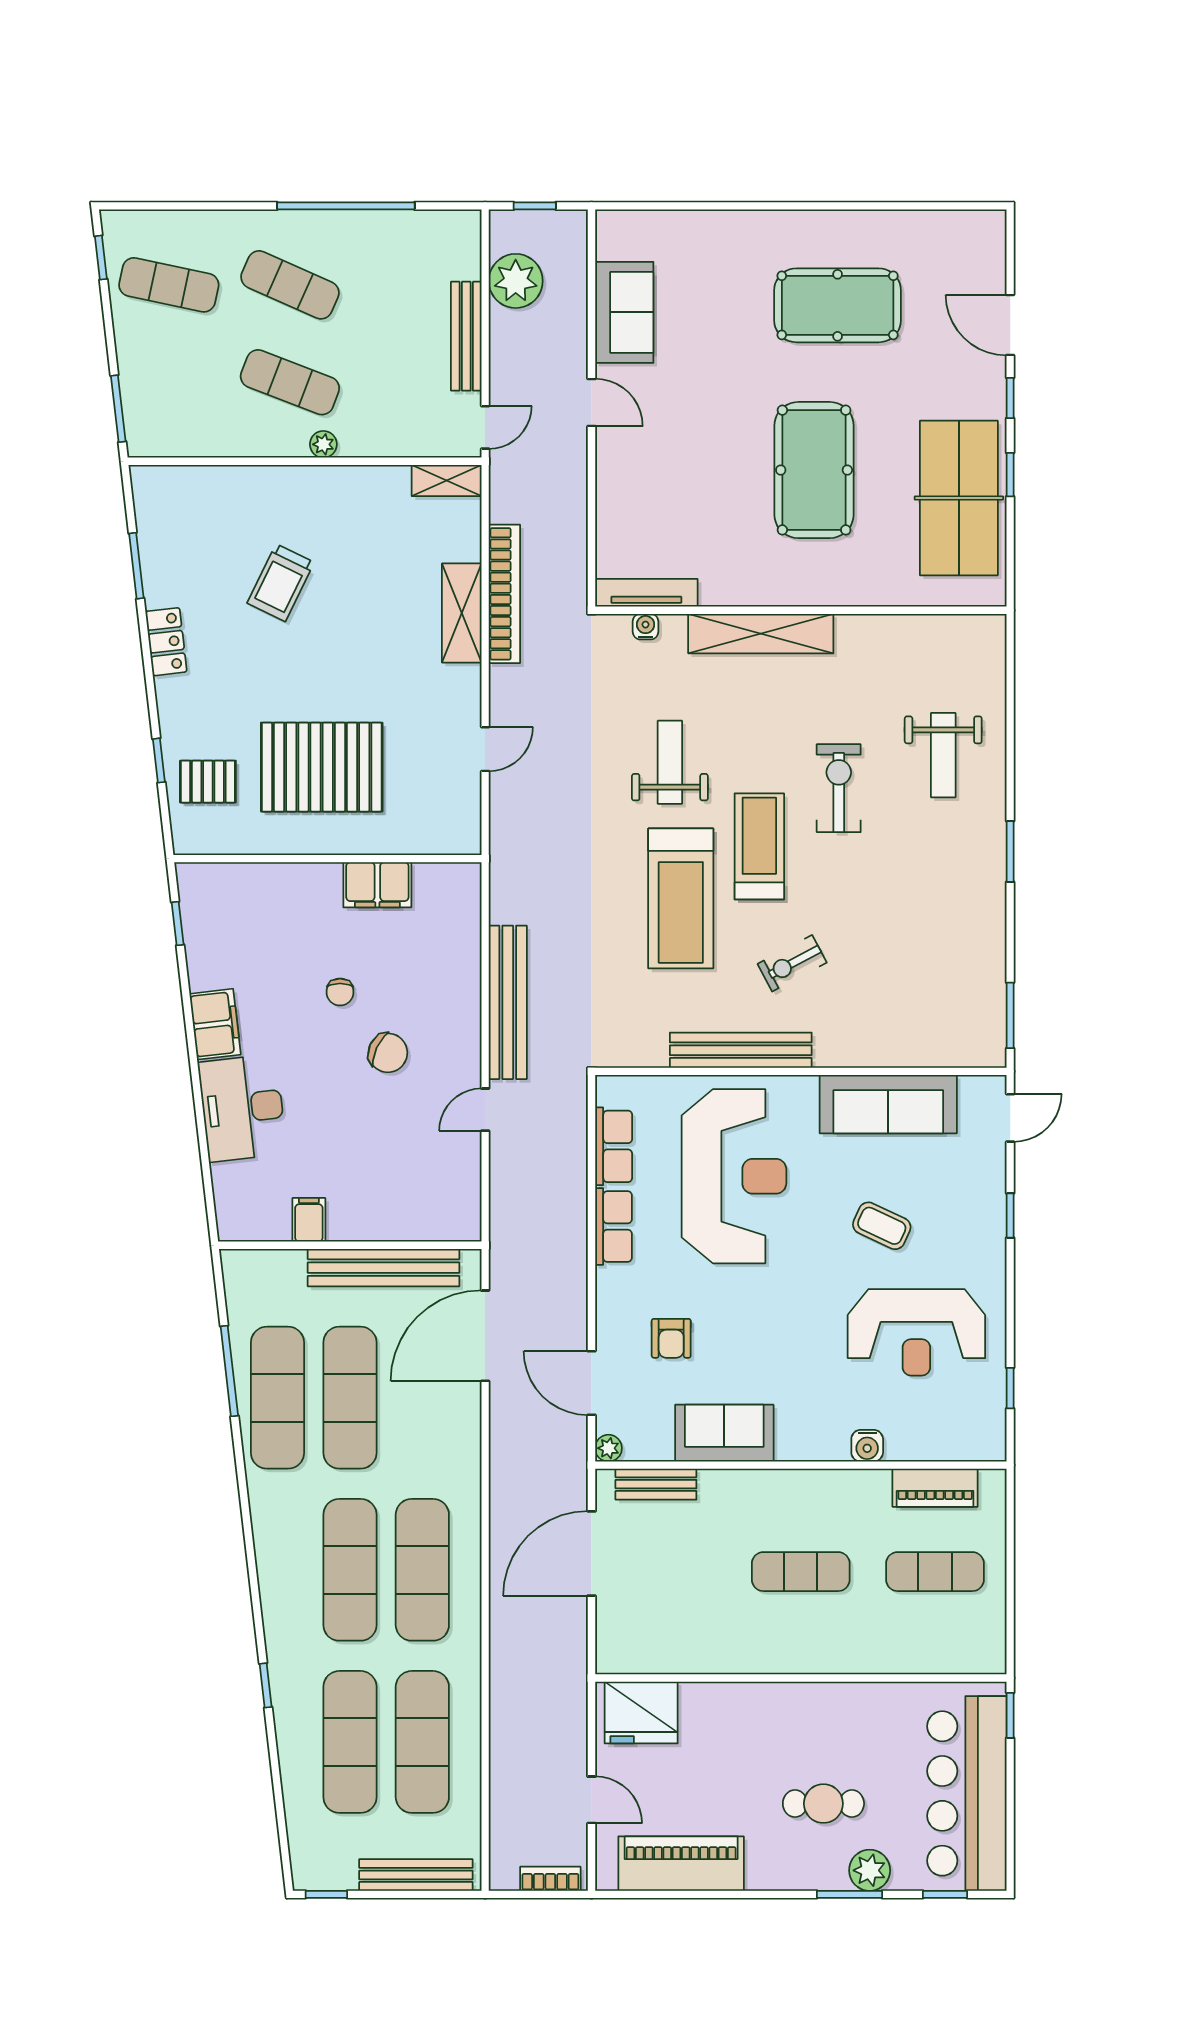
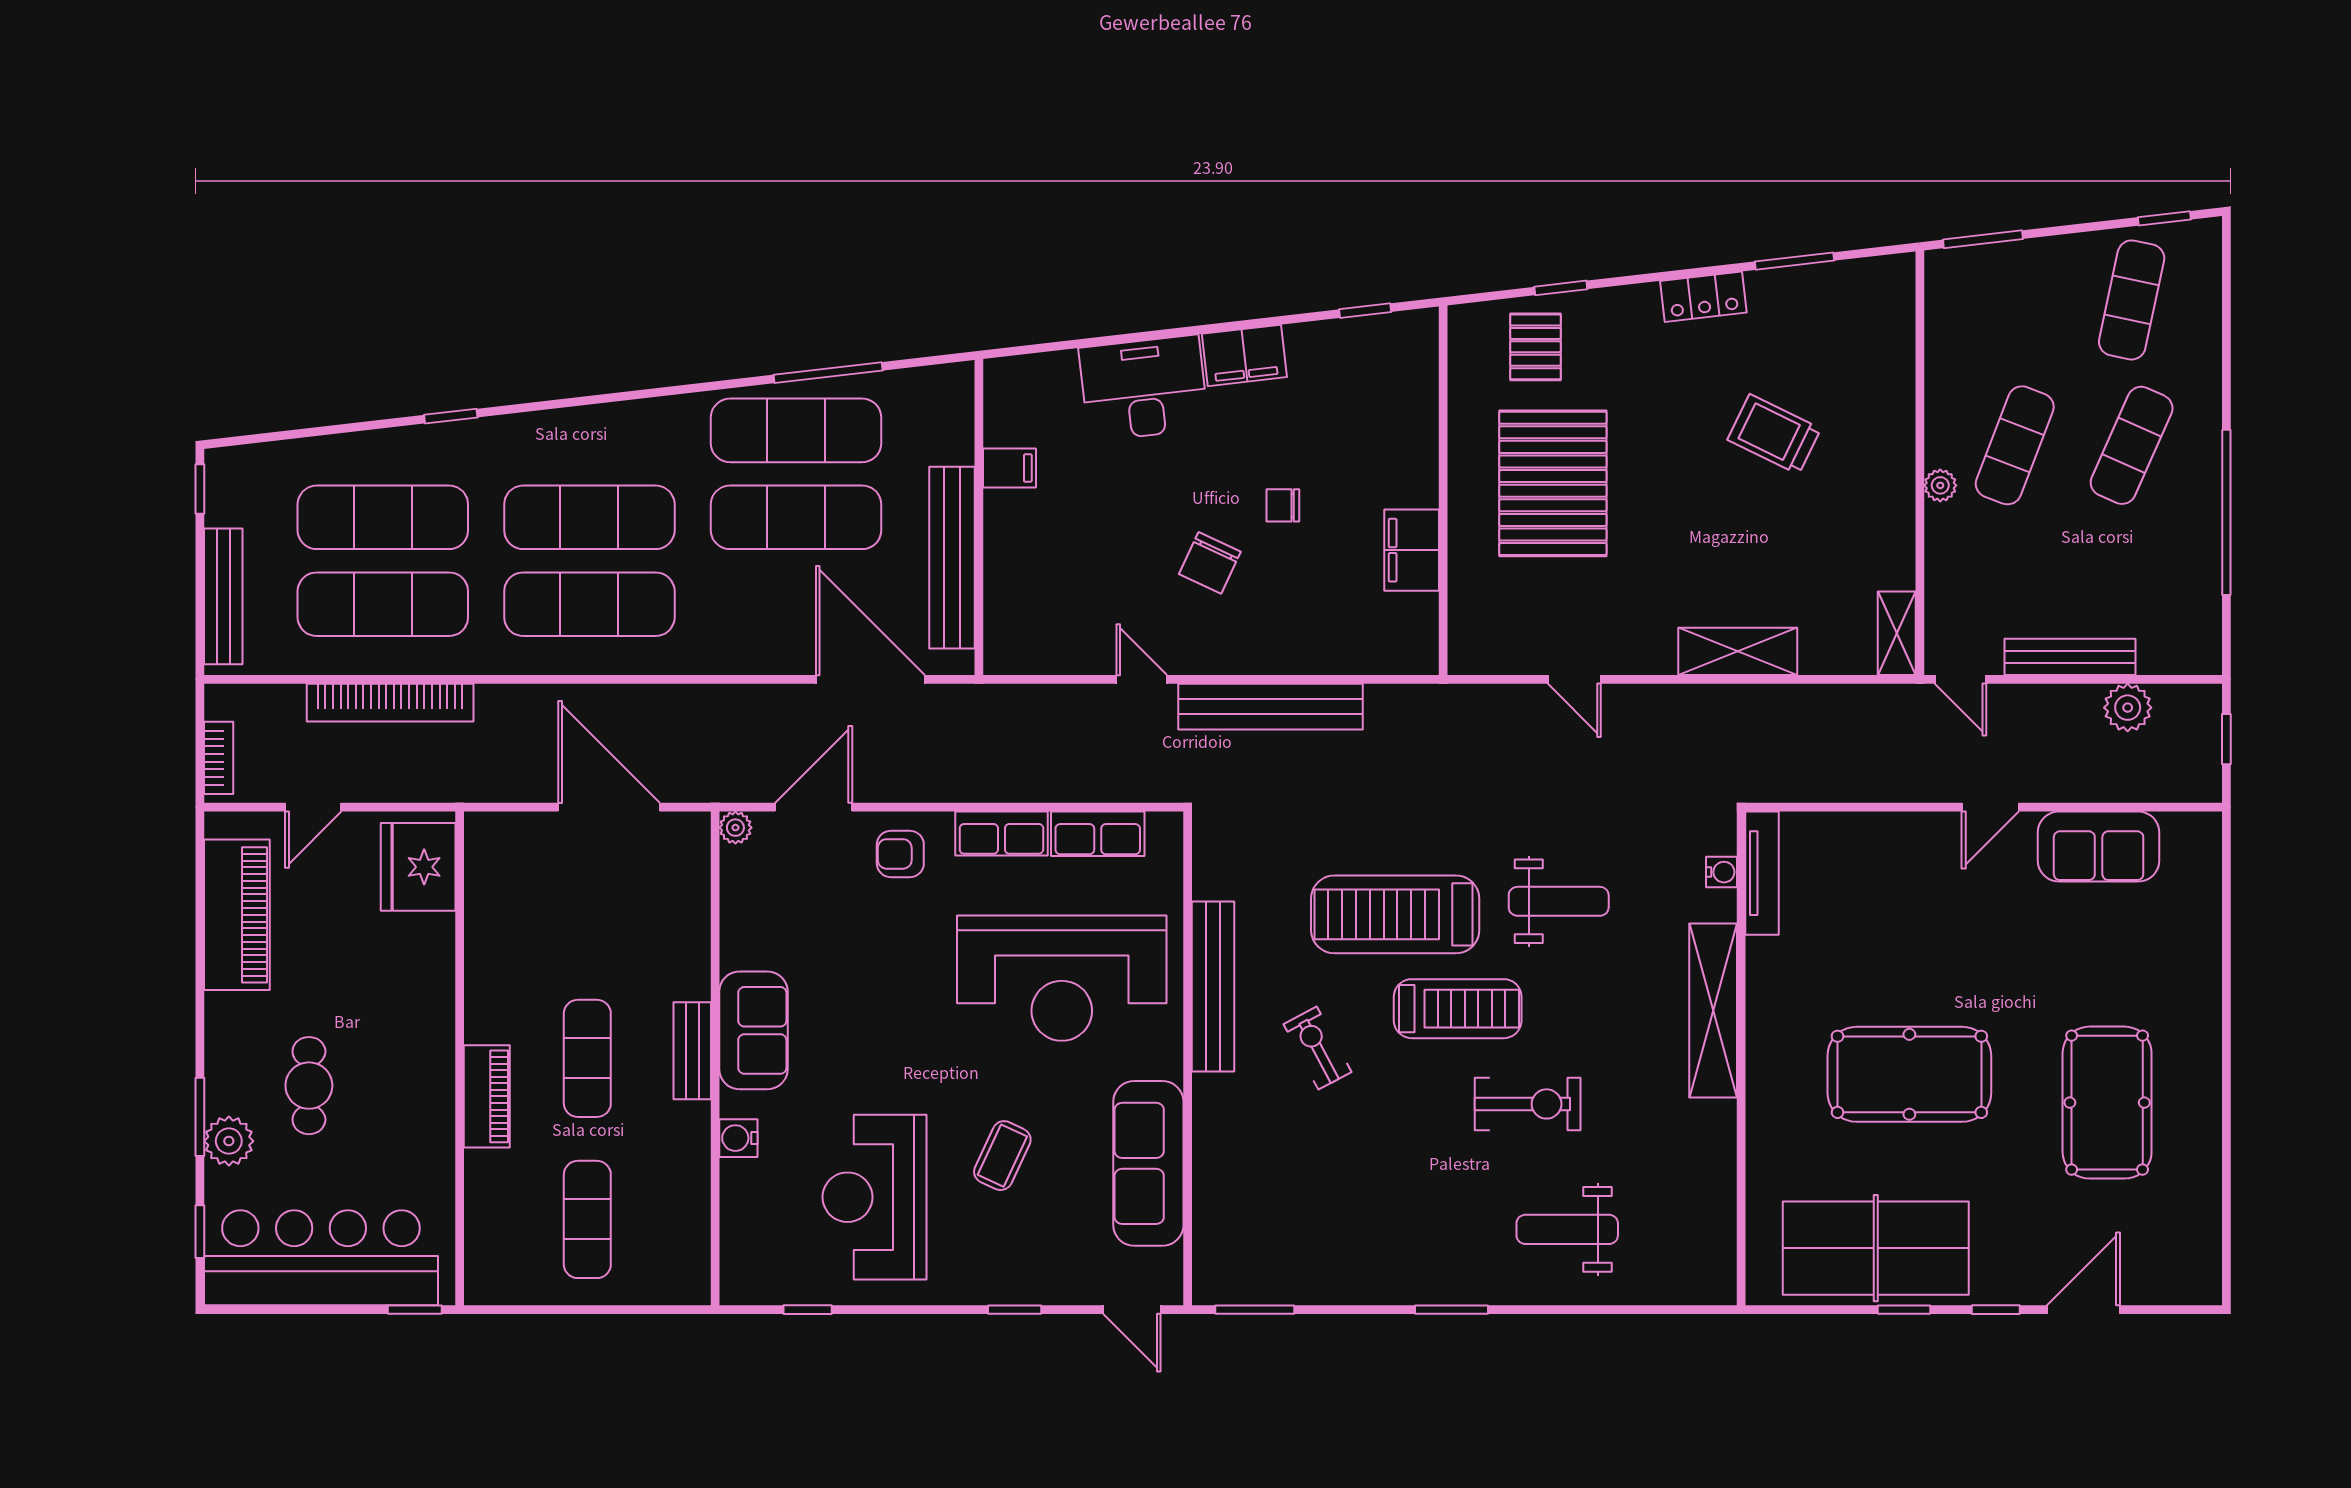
plant: (516, 281) -> (2128, 708), width x0.73, depth x0.73
bookcase: (504, 594) -> (390, 703), moved
armchair: (671, 1338) -> (900, 854), moved
sofa: (724, 1433) -> (753, 1030), moved
bench: (656, 1484) -> (692, 1051), moved
piano: (935, 1488) -> (487, 1096), moved, turned 180

